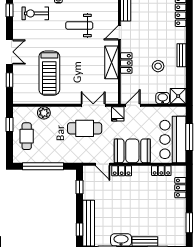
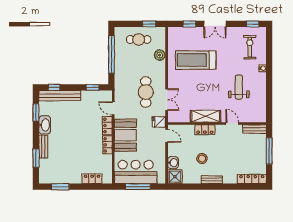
door: (103, 164) -> (113, 108), hinge flipped
locker: (161, 171) -> (107, 145), moved

